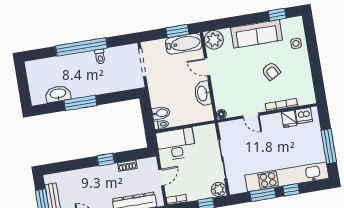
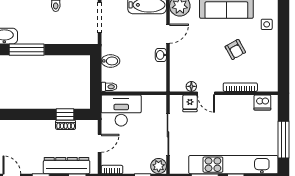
door: (207, 67) -> (168, 34), swing flipped
washbasin: (203, 93) -> (161, 55), width x0.52, depth x0.69
bidet: (161, 113) -> (111, 61), moved
floor lamp: (221, 114) -> (191, 86), moved
fridge: (289, 119) -> (190, 103), moved
window: (106, 160) -> (65, 114), moved

